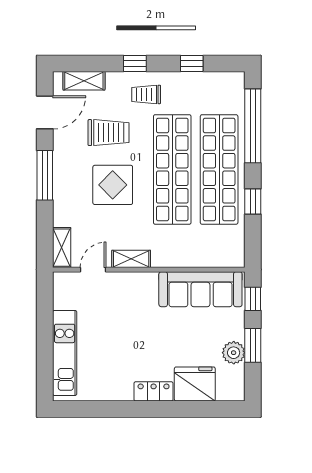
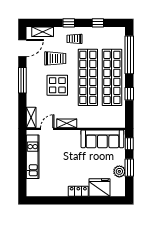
kitchen unit: (65, 353) -> (33, 157), moved

